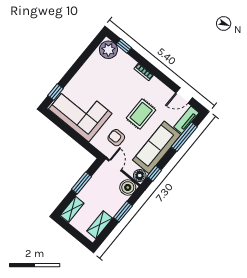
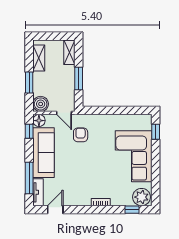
corner sofa: (80, 111) -> (134, 156), moved, turned 90
rug: (141, 114) -> (76, 168), removed
armchair: (116, 138) -> (81, 135), turned -90

